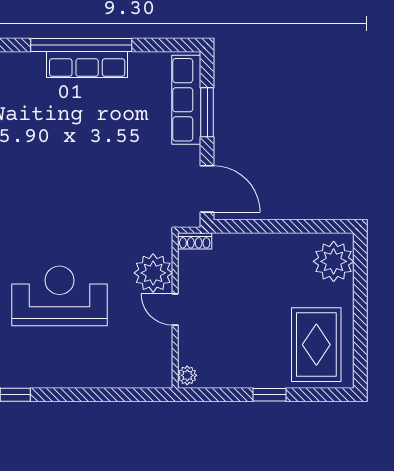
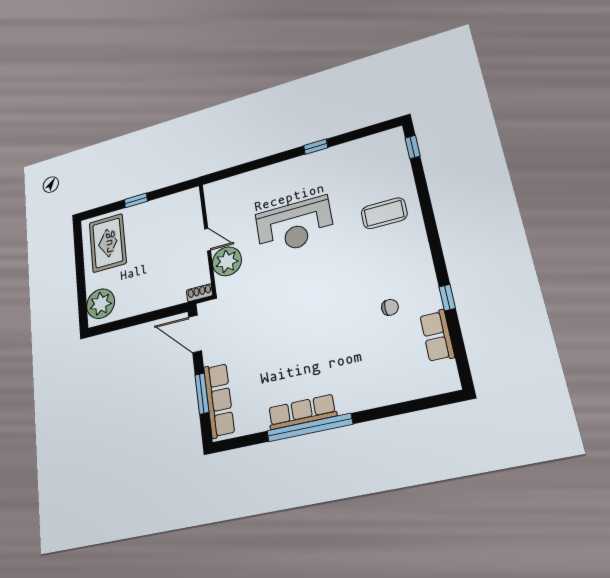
plant: (187, 375) -> (193, 197), removed

